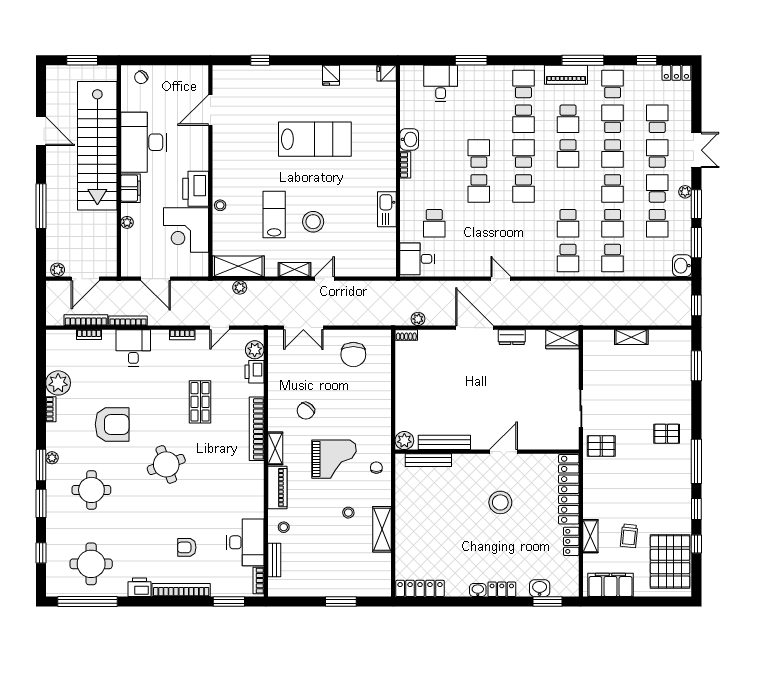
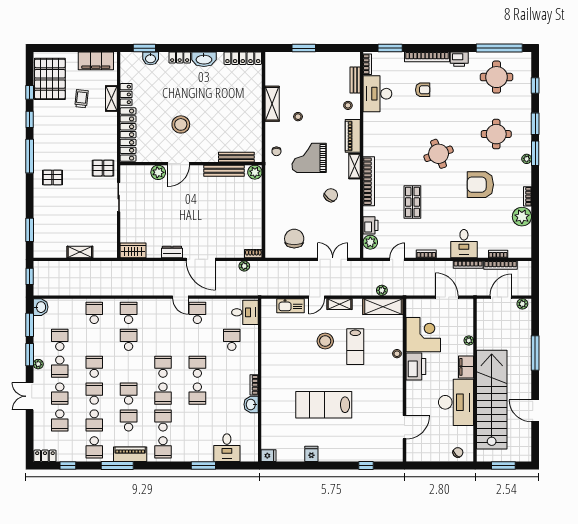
kitchen sink: (387, 209) -> (290, 306), moved, turned 90
school desk: (613, 223) -> (197, 313), moved
plant: (530, 440) -> (158, 172), added
washbasin: (478, 590) -> (204, 59), width x1.91, depth x1.45

